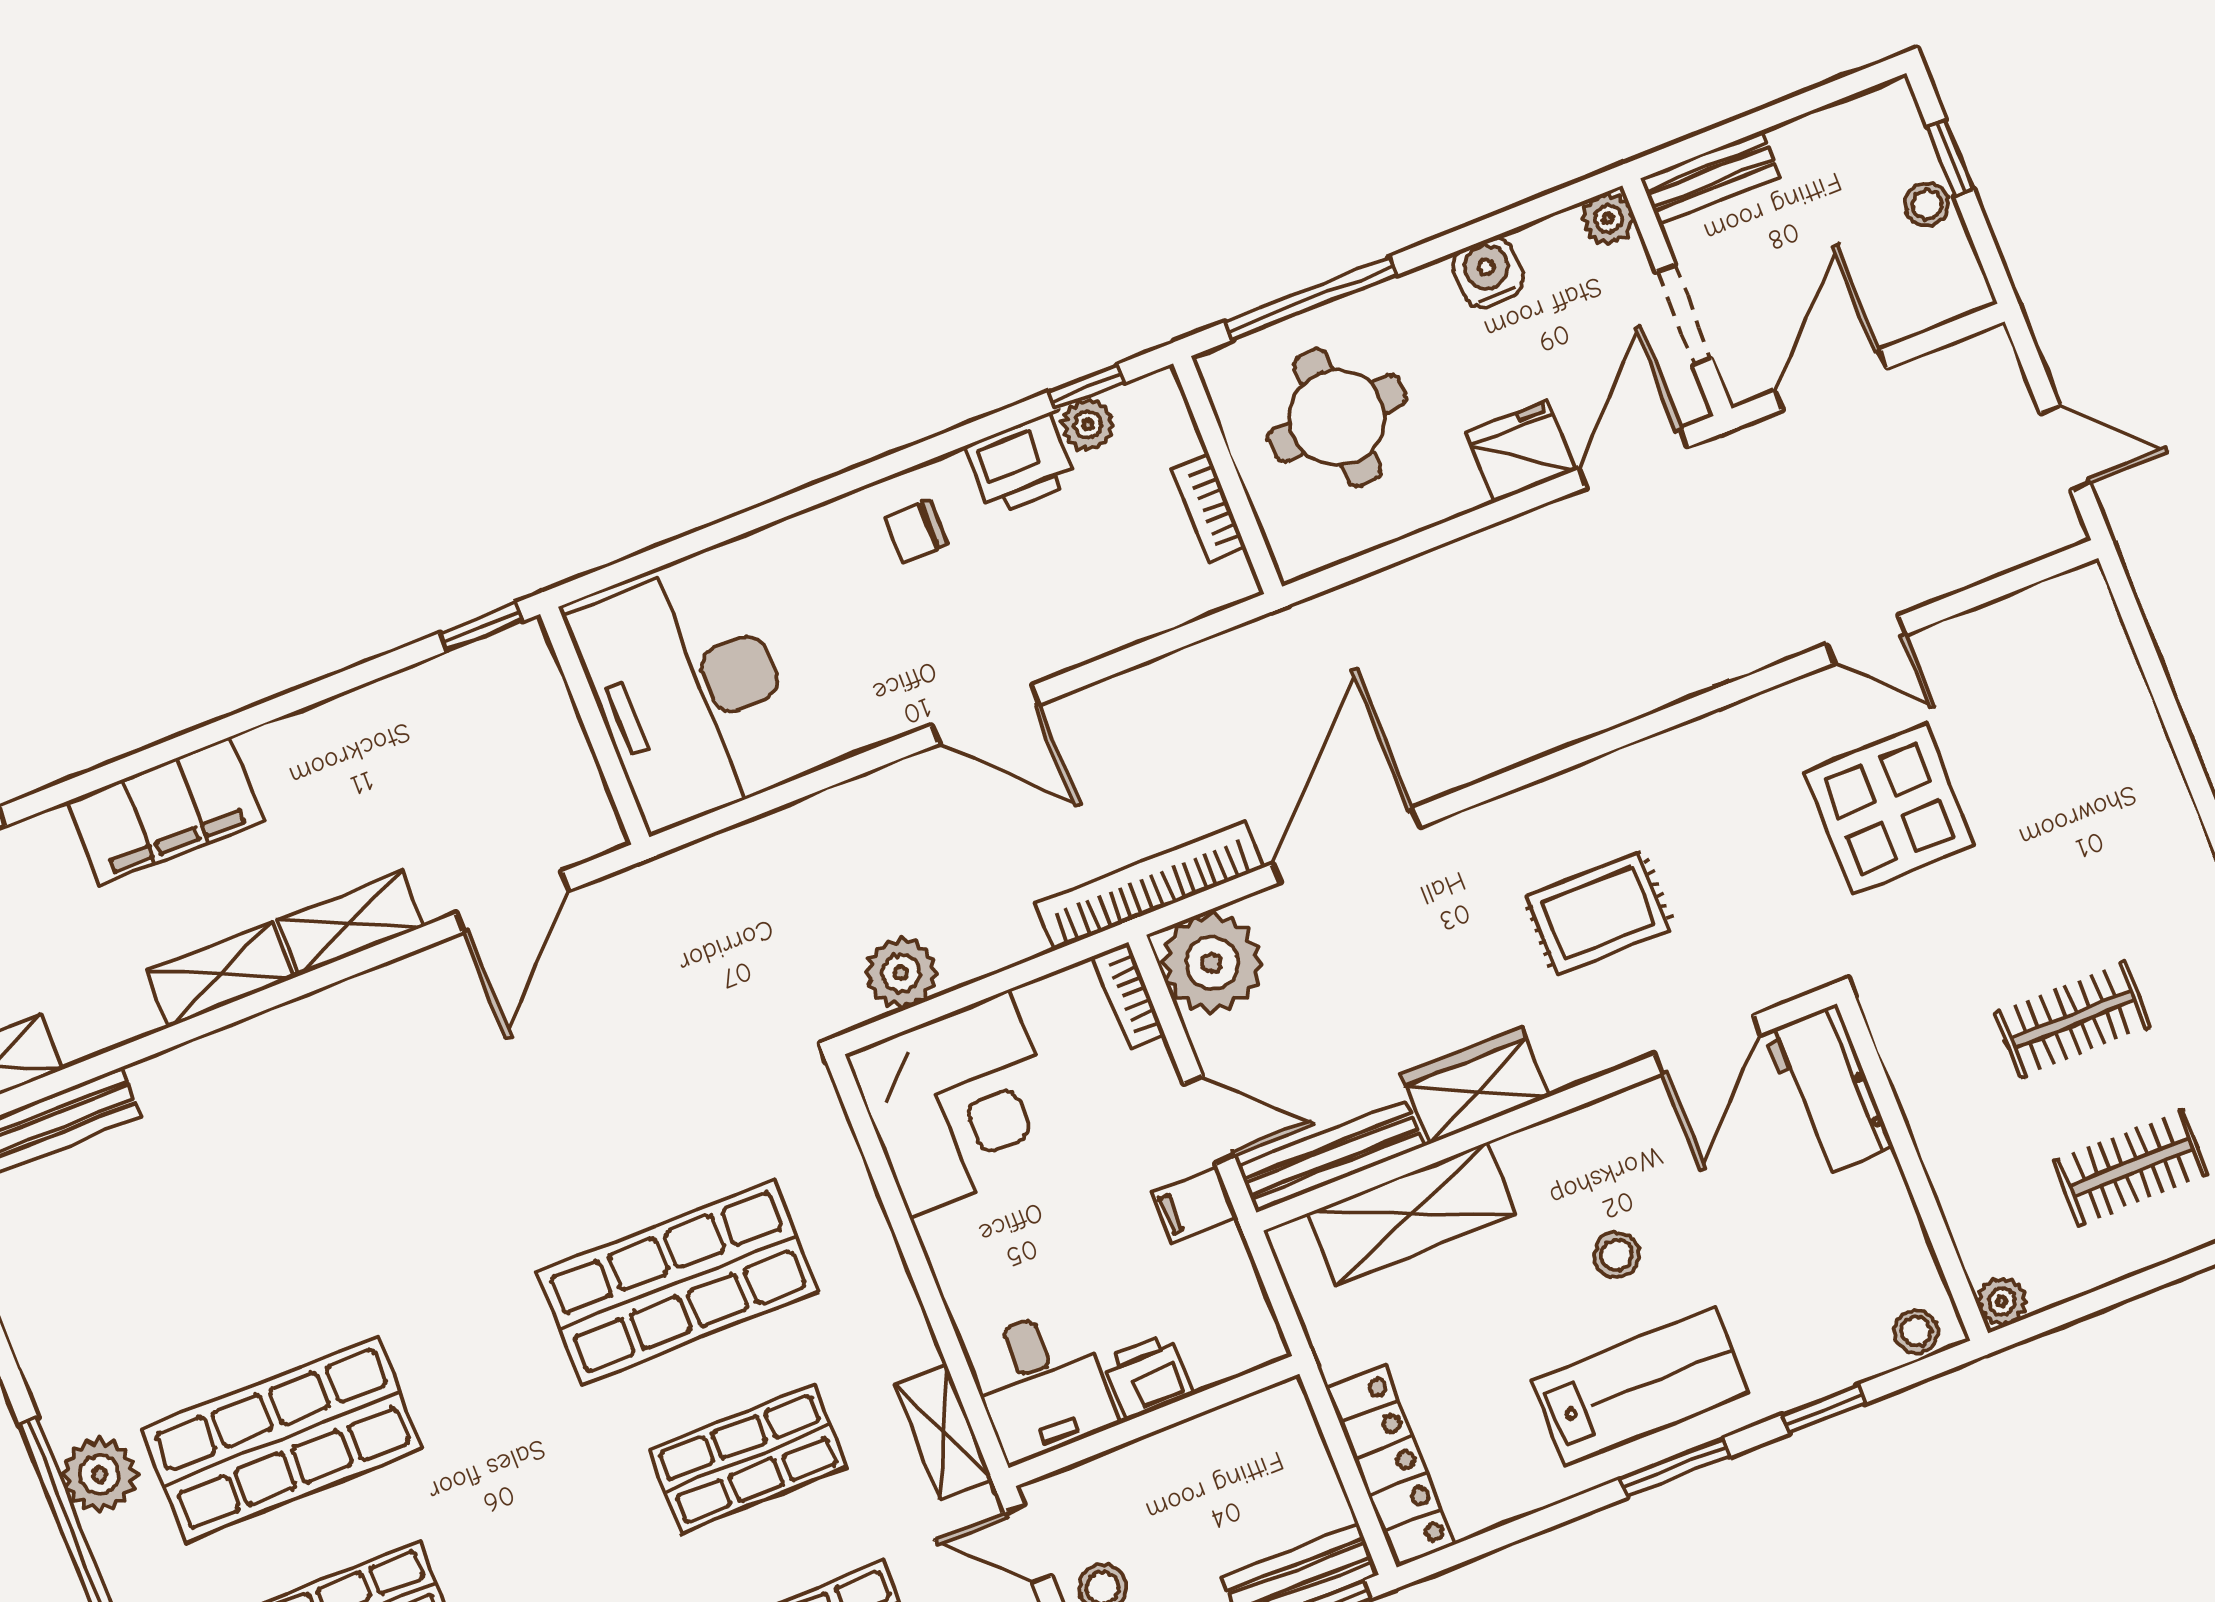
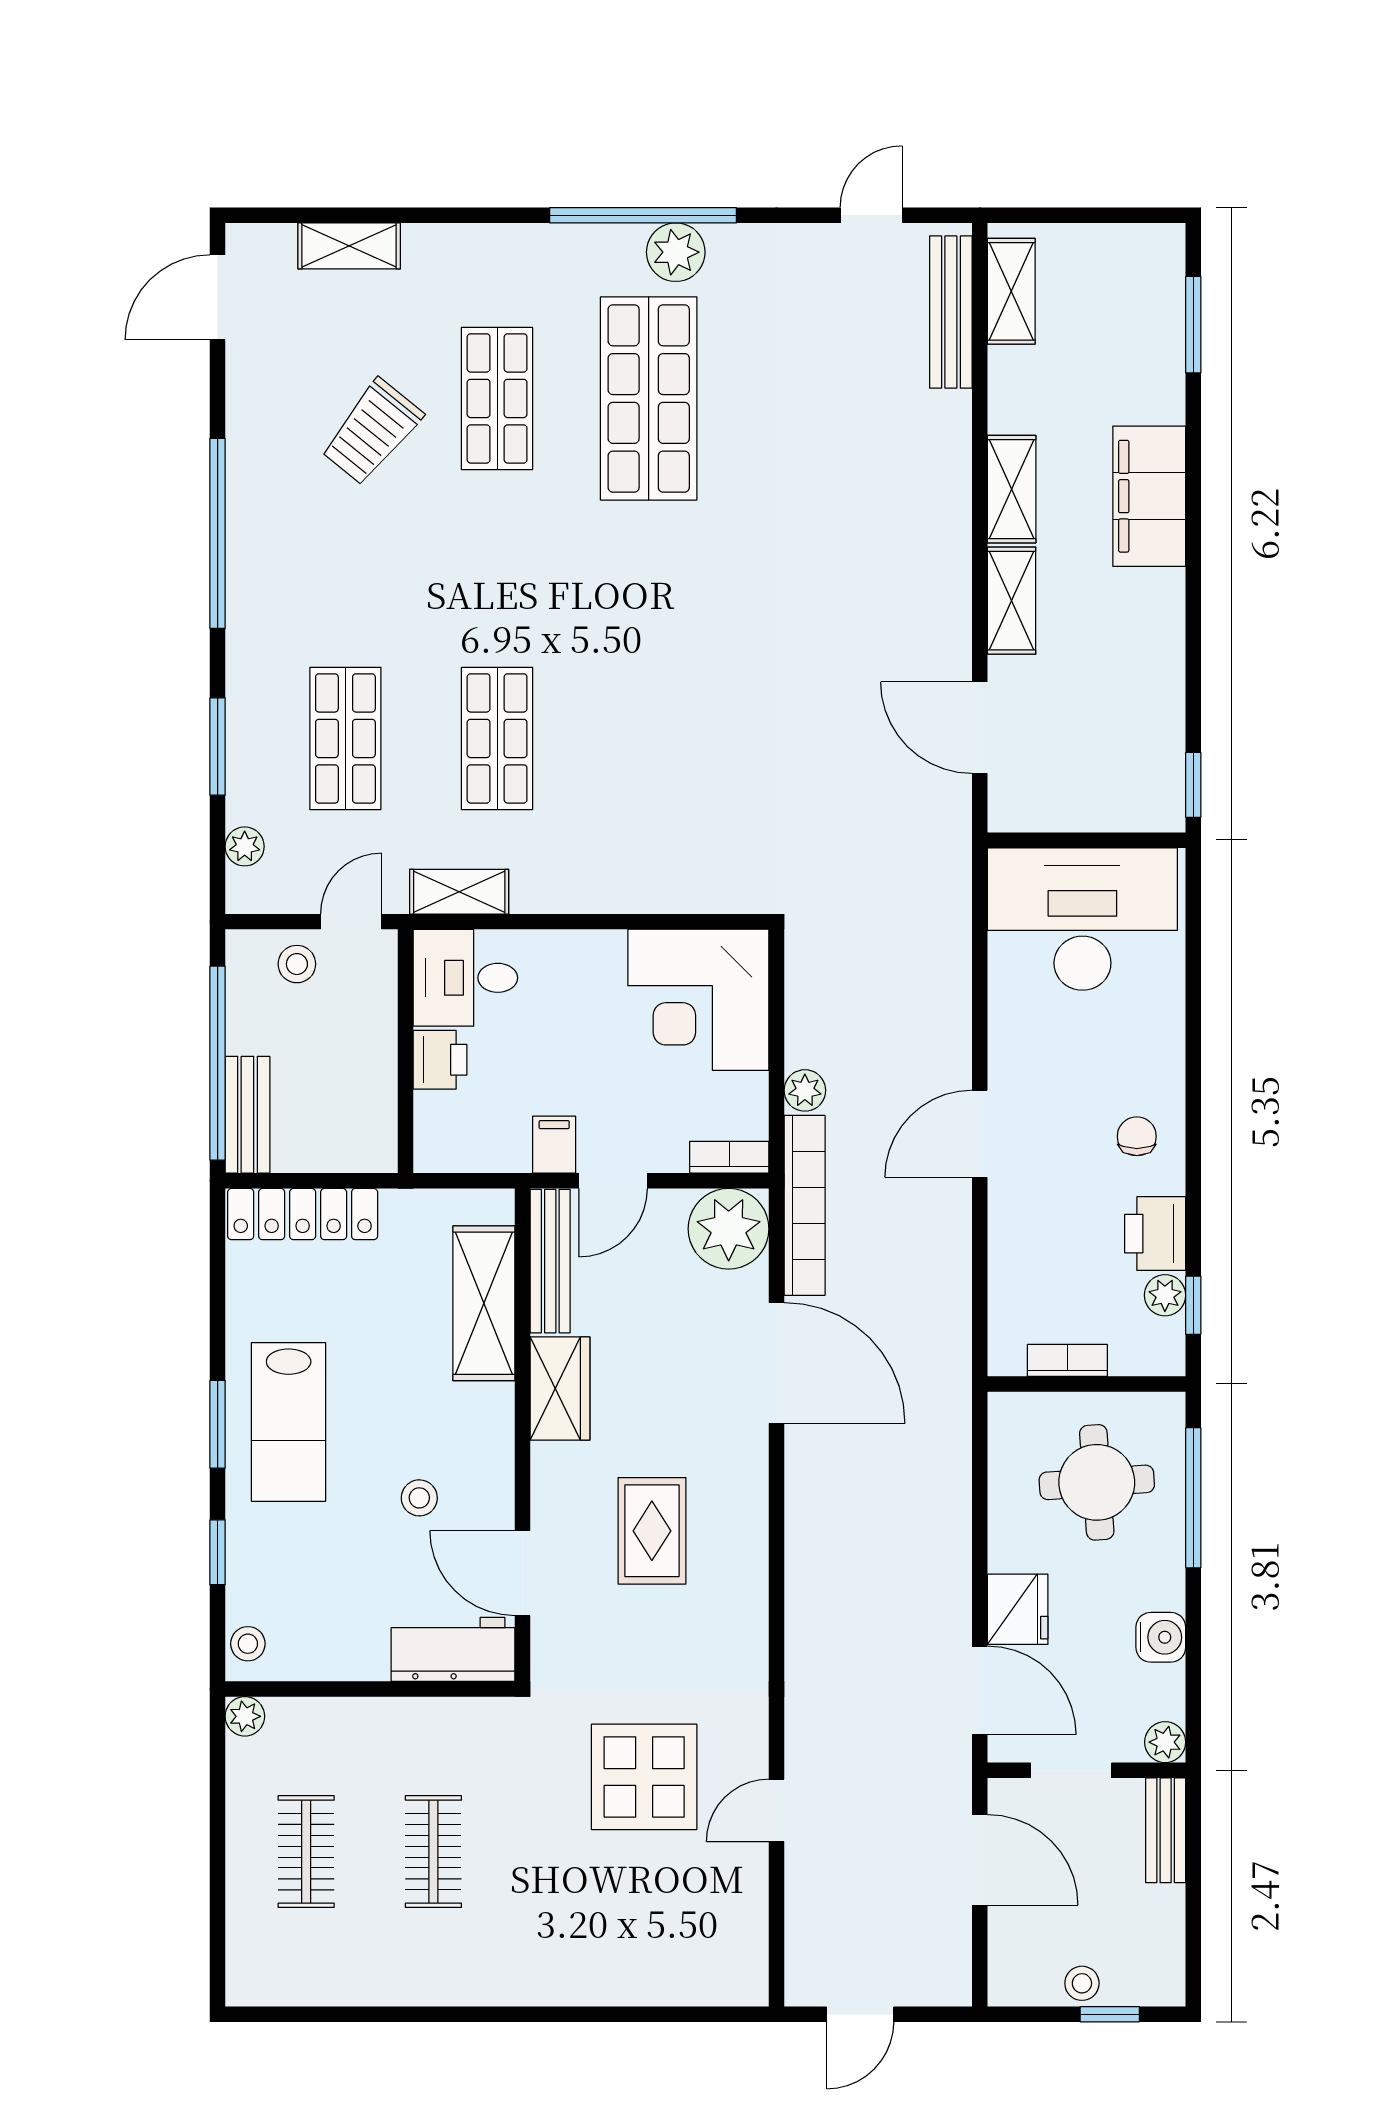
plant: (901, 973) -> (805, 1090), moved, width x0.73, depth x0.73
stool: (1616, 1255) -> (419, 1498), moved
shop shelf: (678, 1282) -> (649, 738), removed

